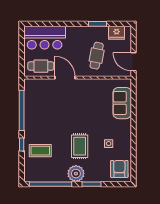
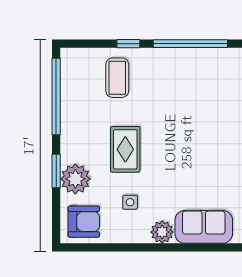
plant: (125, 126) -> (162, 232), added
rug: (80, 146) -> (125, 149), turned 90
plant: (76, 174) -> (75, 179), moved

